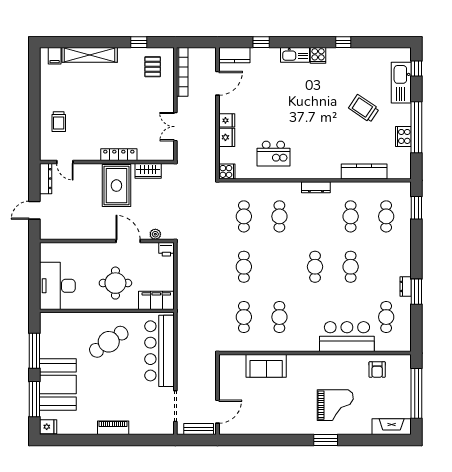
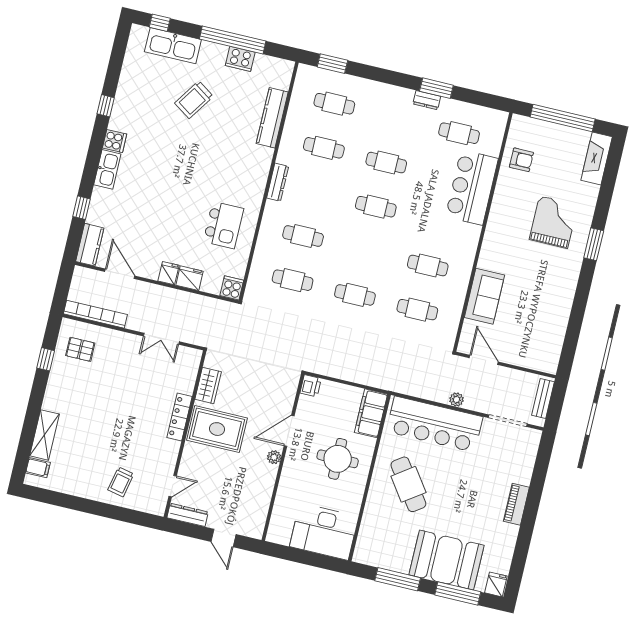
shelving: (90, 55) -> (44, 435), width x0.68
trolley: (59, 122) -> (121, 482), turned 102
plant: (155, 234) -> (274, 457), moved
plant: (182, 363) -> (456, 400), added
door: (217, 412) -> (484, 360), moved

